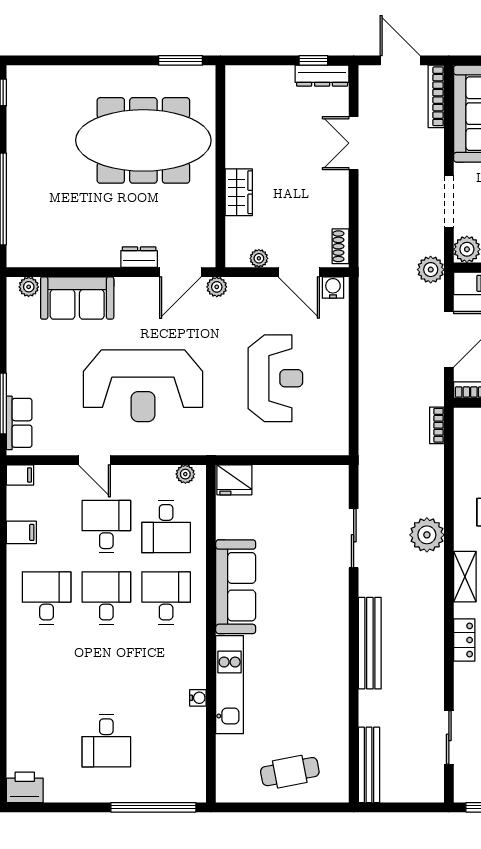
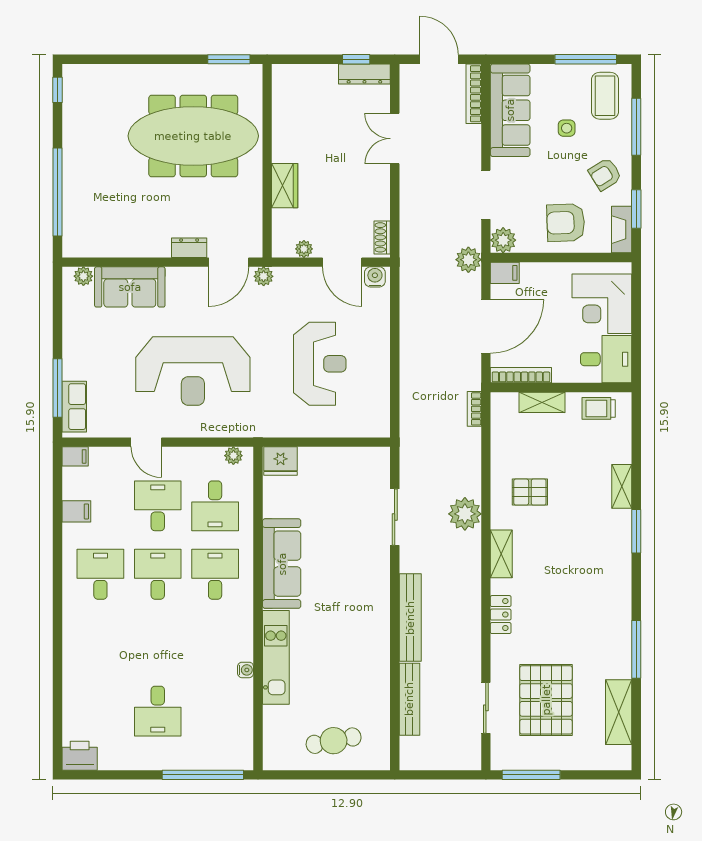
bench: (369, 765) -> (409, 699), moved

